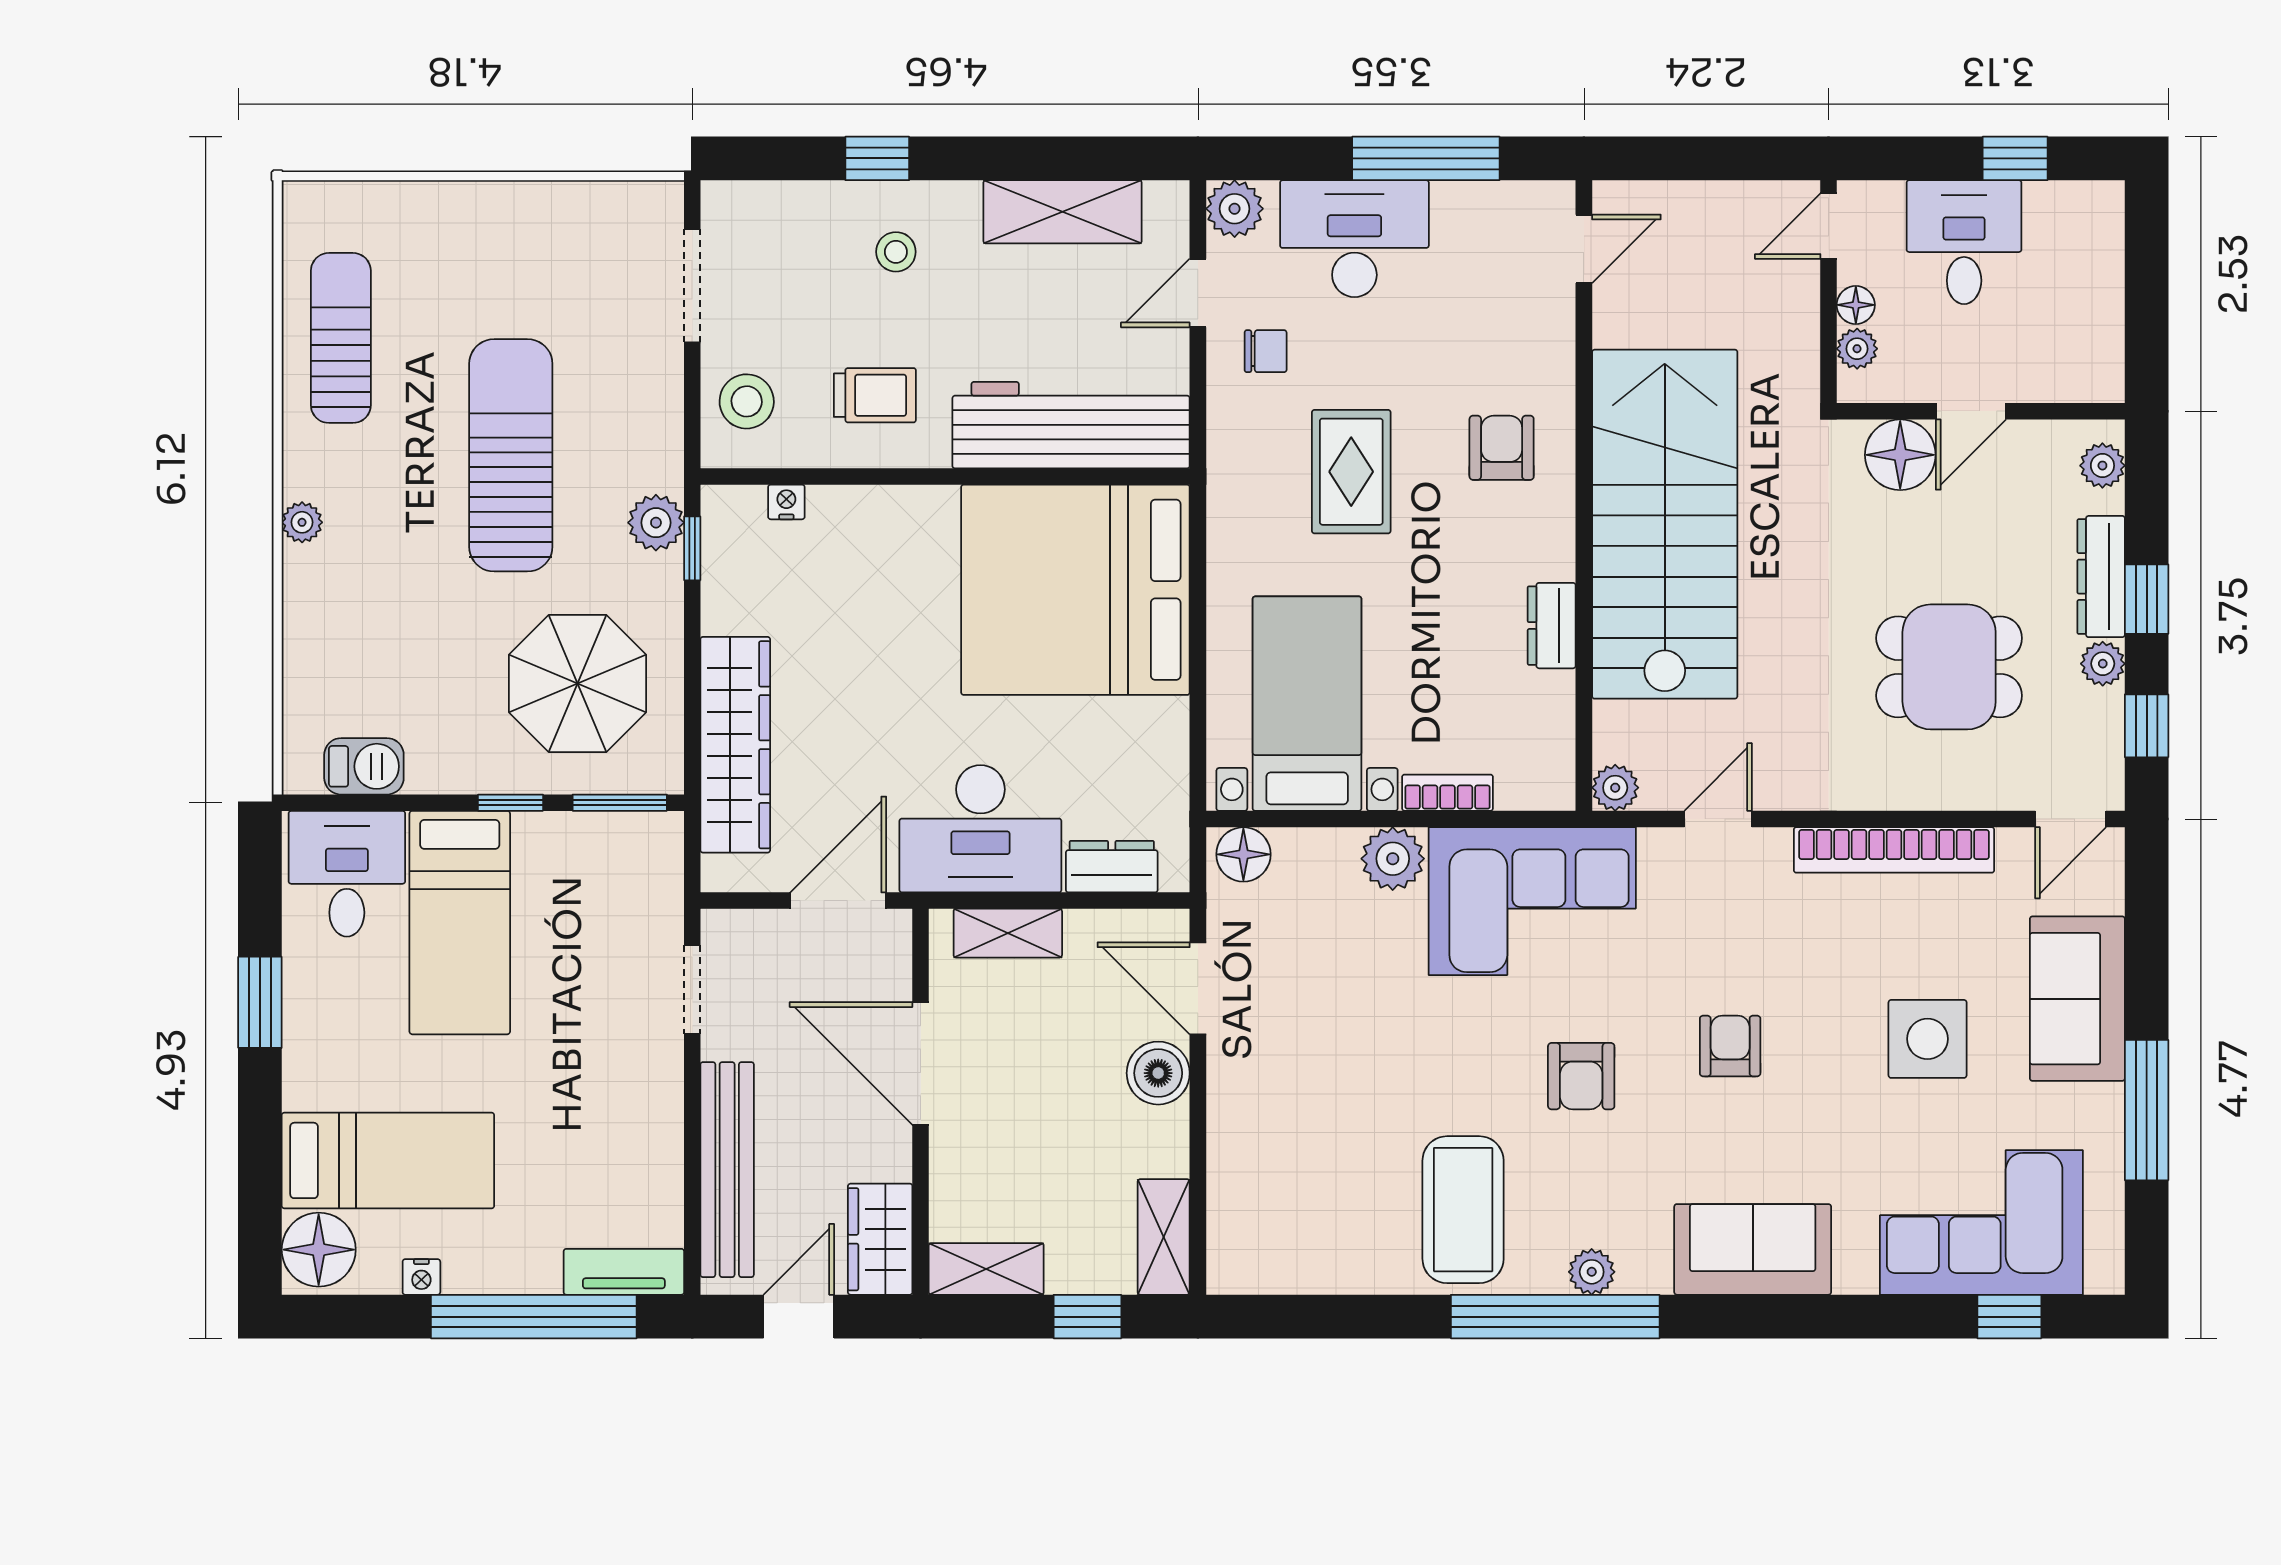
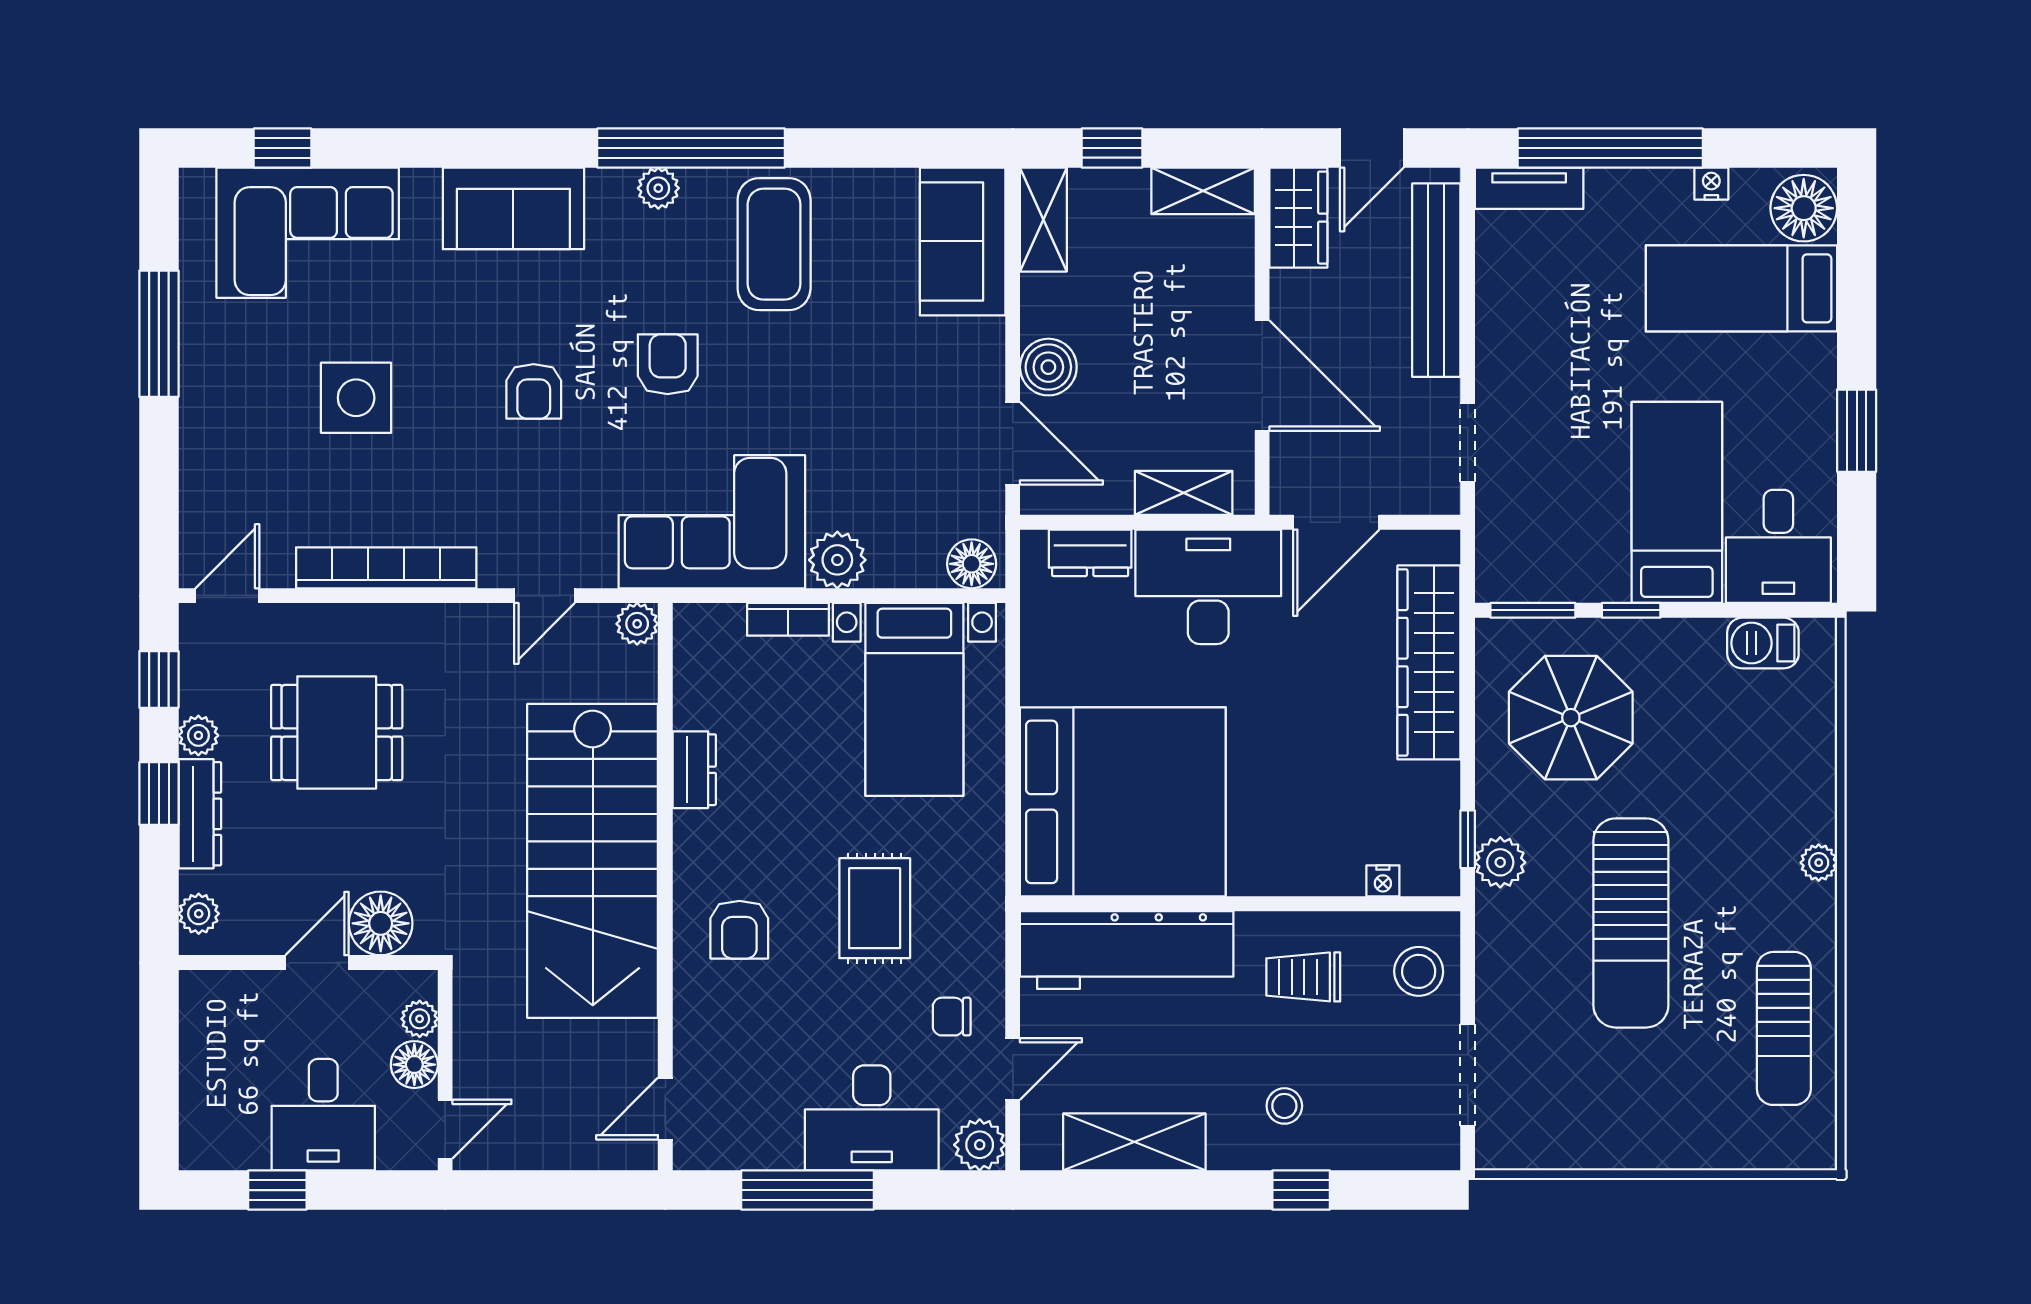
floor lamp: (1856, 305) -> (414, 1065), width x1.37, depth x1.37
sofa: (2077, 999) -> (963, 241), moved, turned 180

